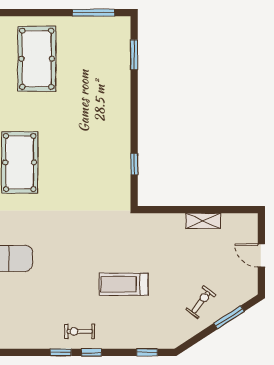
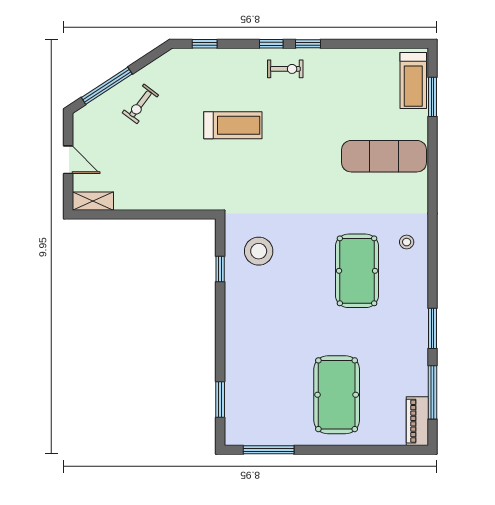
stool: (102, 179) -> (259, 251), added
shelving: (203, 221) -> (93, 201), moved
window: (229, 317) -> (107, 86), width x1.44

